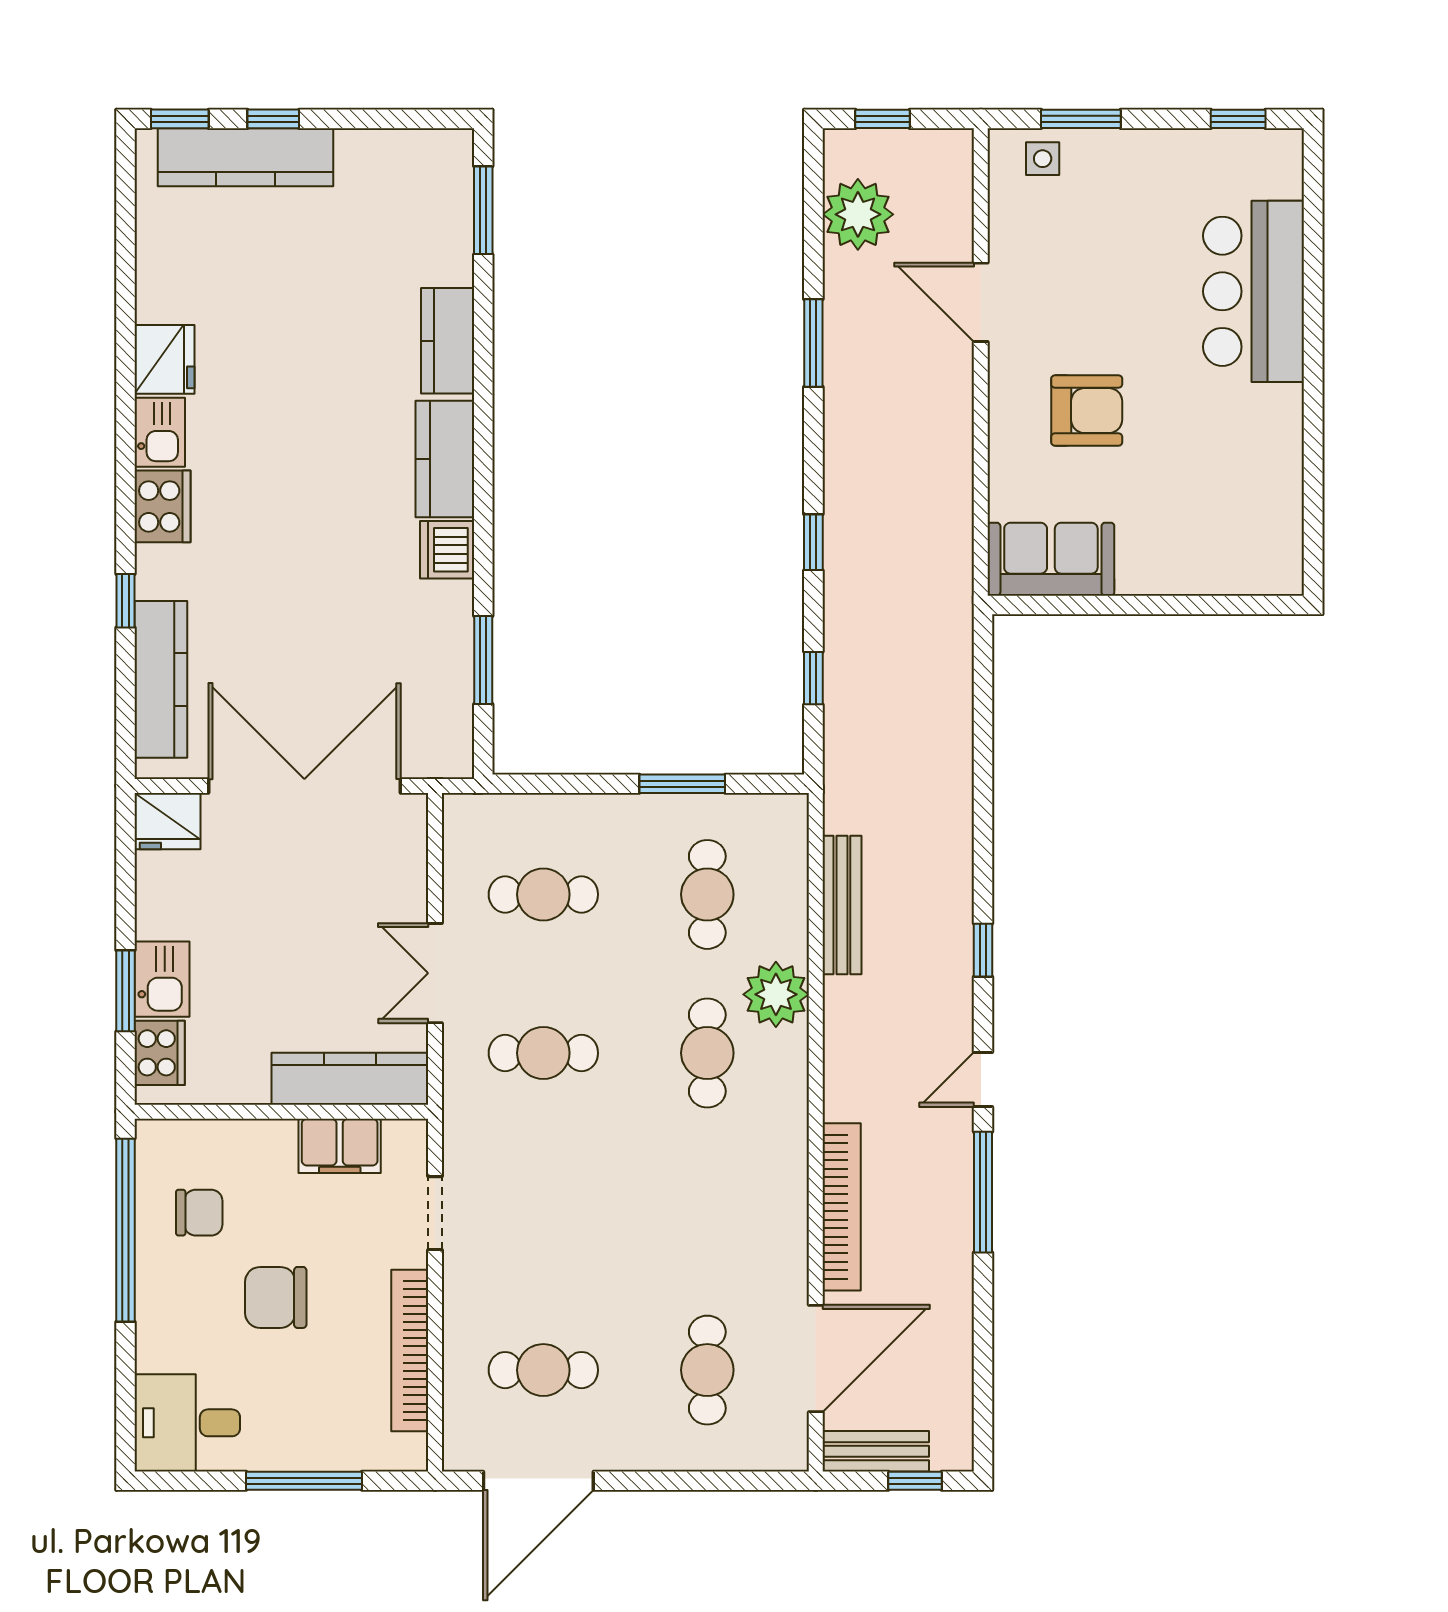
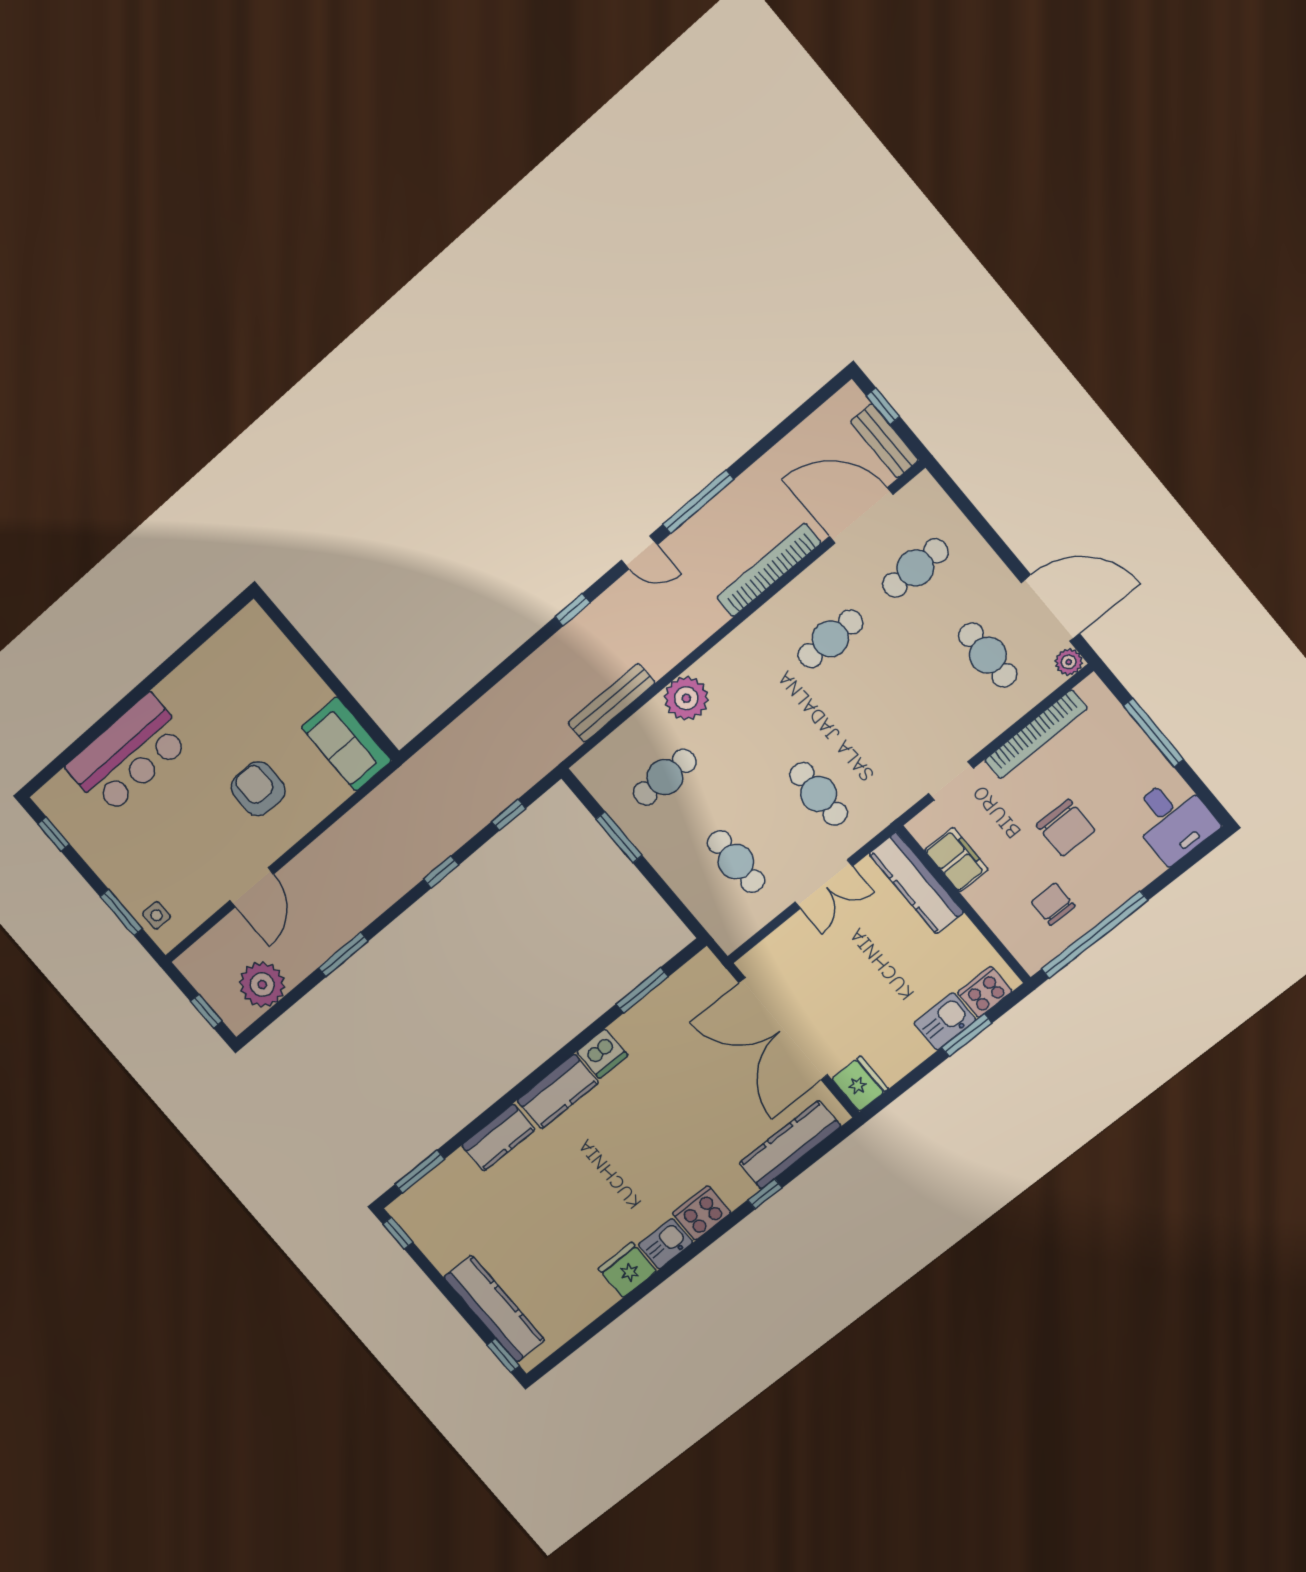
window: (273, 119) -> (398, 1233), moved
cafe table: (707, 1053) -> (830, 639), moved
plant: (461, 1452) -> (1069, 662), added

